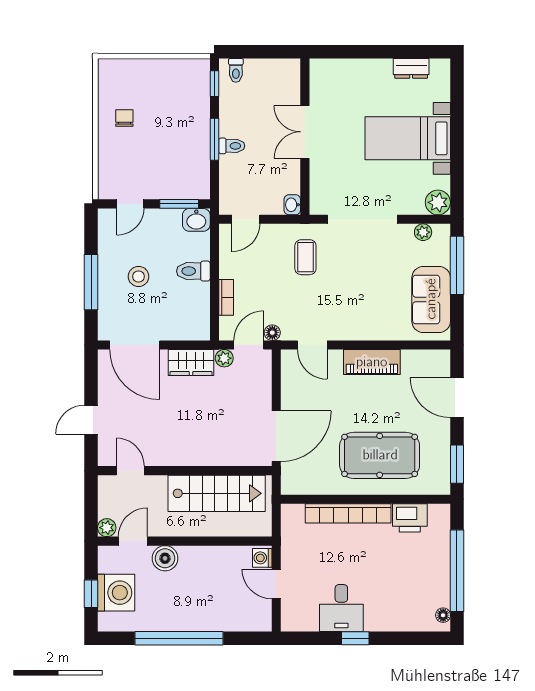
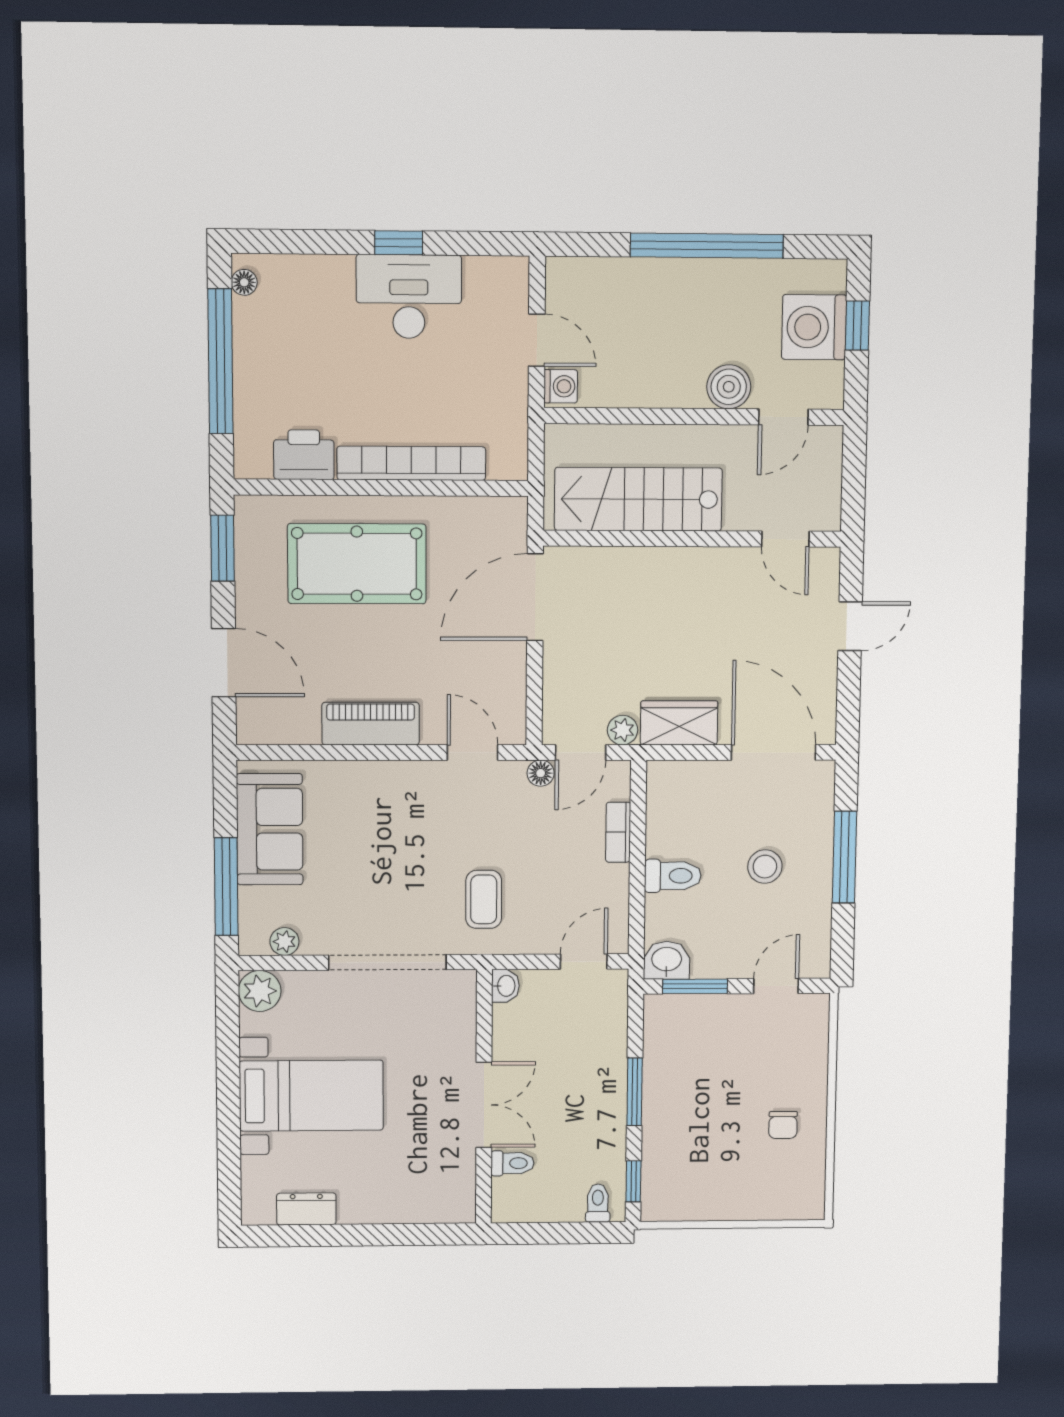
toilet: (232, 146) -> (512, 1163), moved, turned 180
plant: (107, 528) -> (828, 441), removed
desk: (341, 608) -> (409, 297), width x1.37

